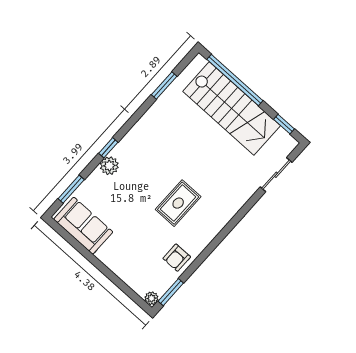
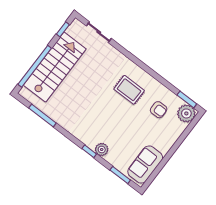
window: (164, 85) -> (42, 115), width x1.44
rug: (178, 203) -> (129, 90), moved
armchair: (177, 258) -> (159, 110), moved
plant: (151, 298) -> (186, 113), width x1.88, depth x1.88

